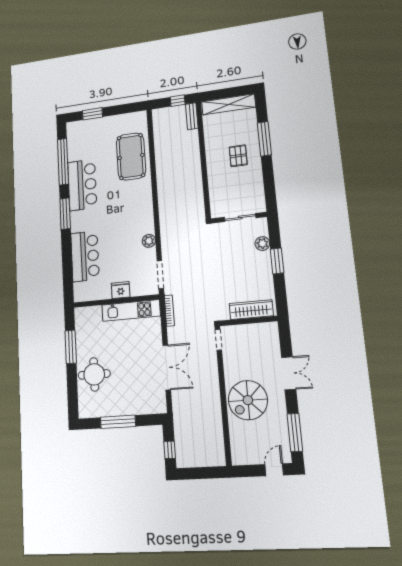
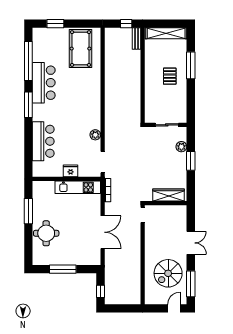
pool table: (131, 157) -> (81, 49), moved
spiral stairs: (248, 400) -> (168, 273), moved

